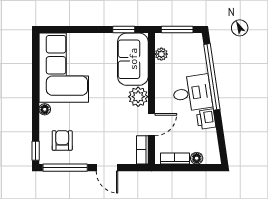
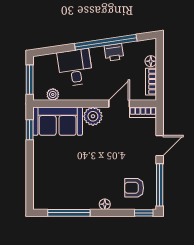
corner sofa: (64, 68) -> (65, 186), removed
window: (36, 71) -> (69, 213), added
window: (212, 77) -> (106, 42), moved
desk: (192, 93) -> (75, 68), moved
door: (151, 125) -> (119, 104), hinge flipped

